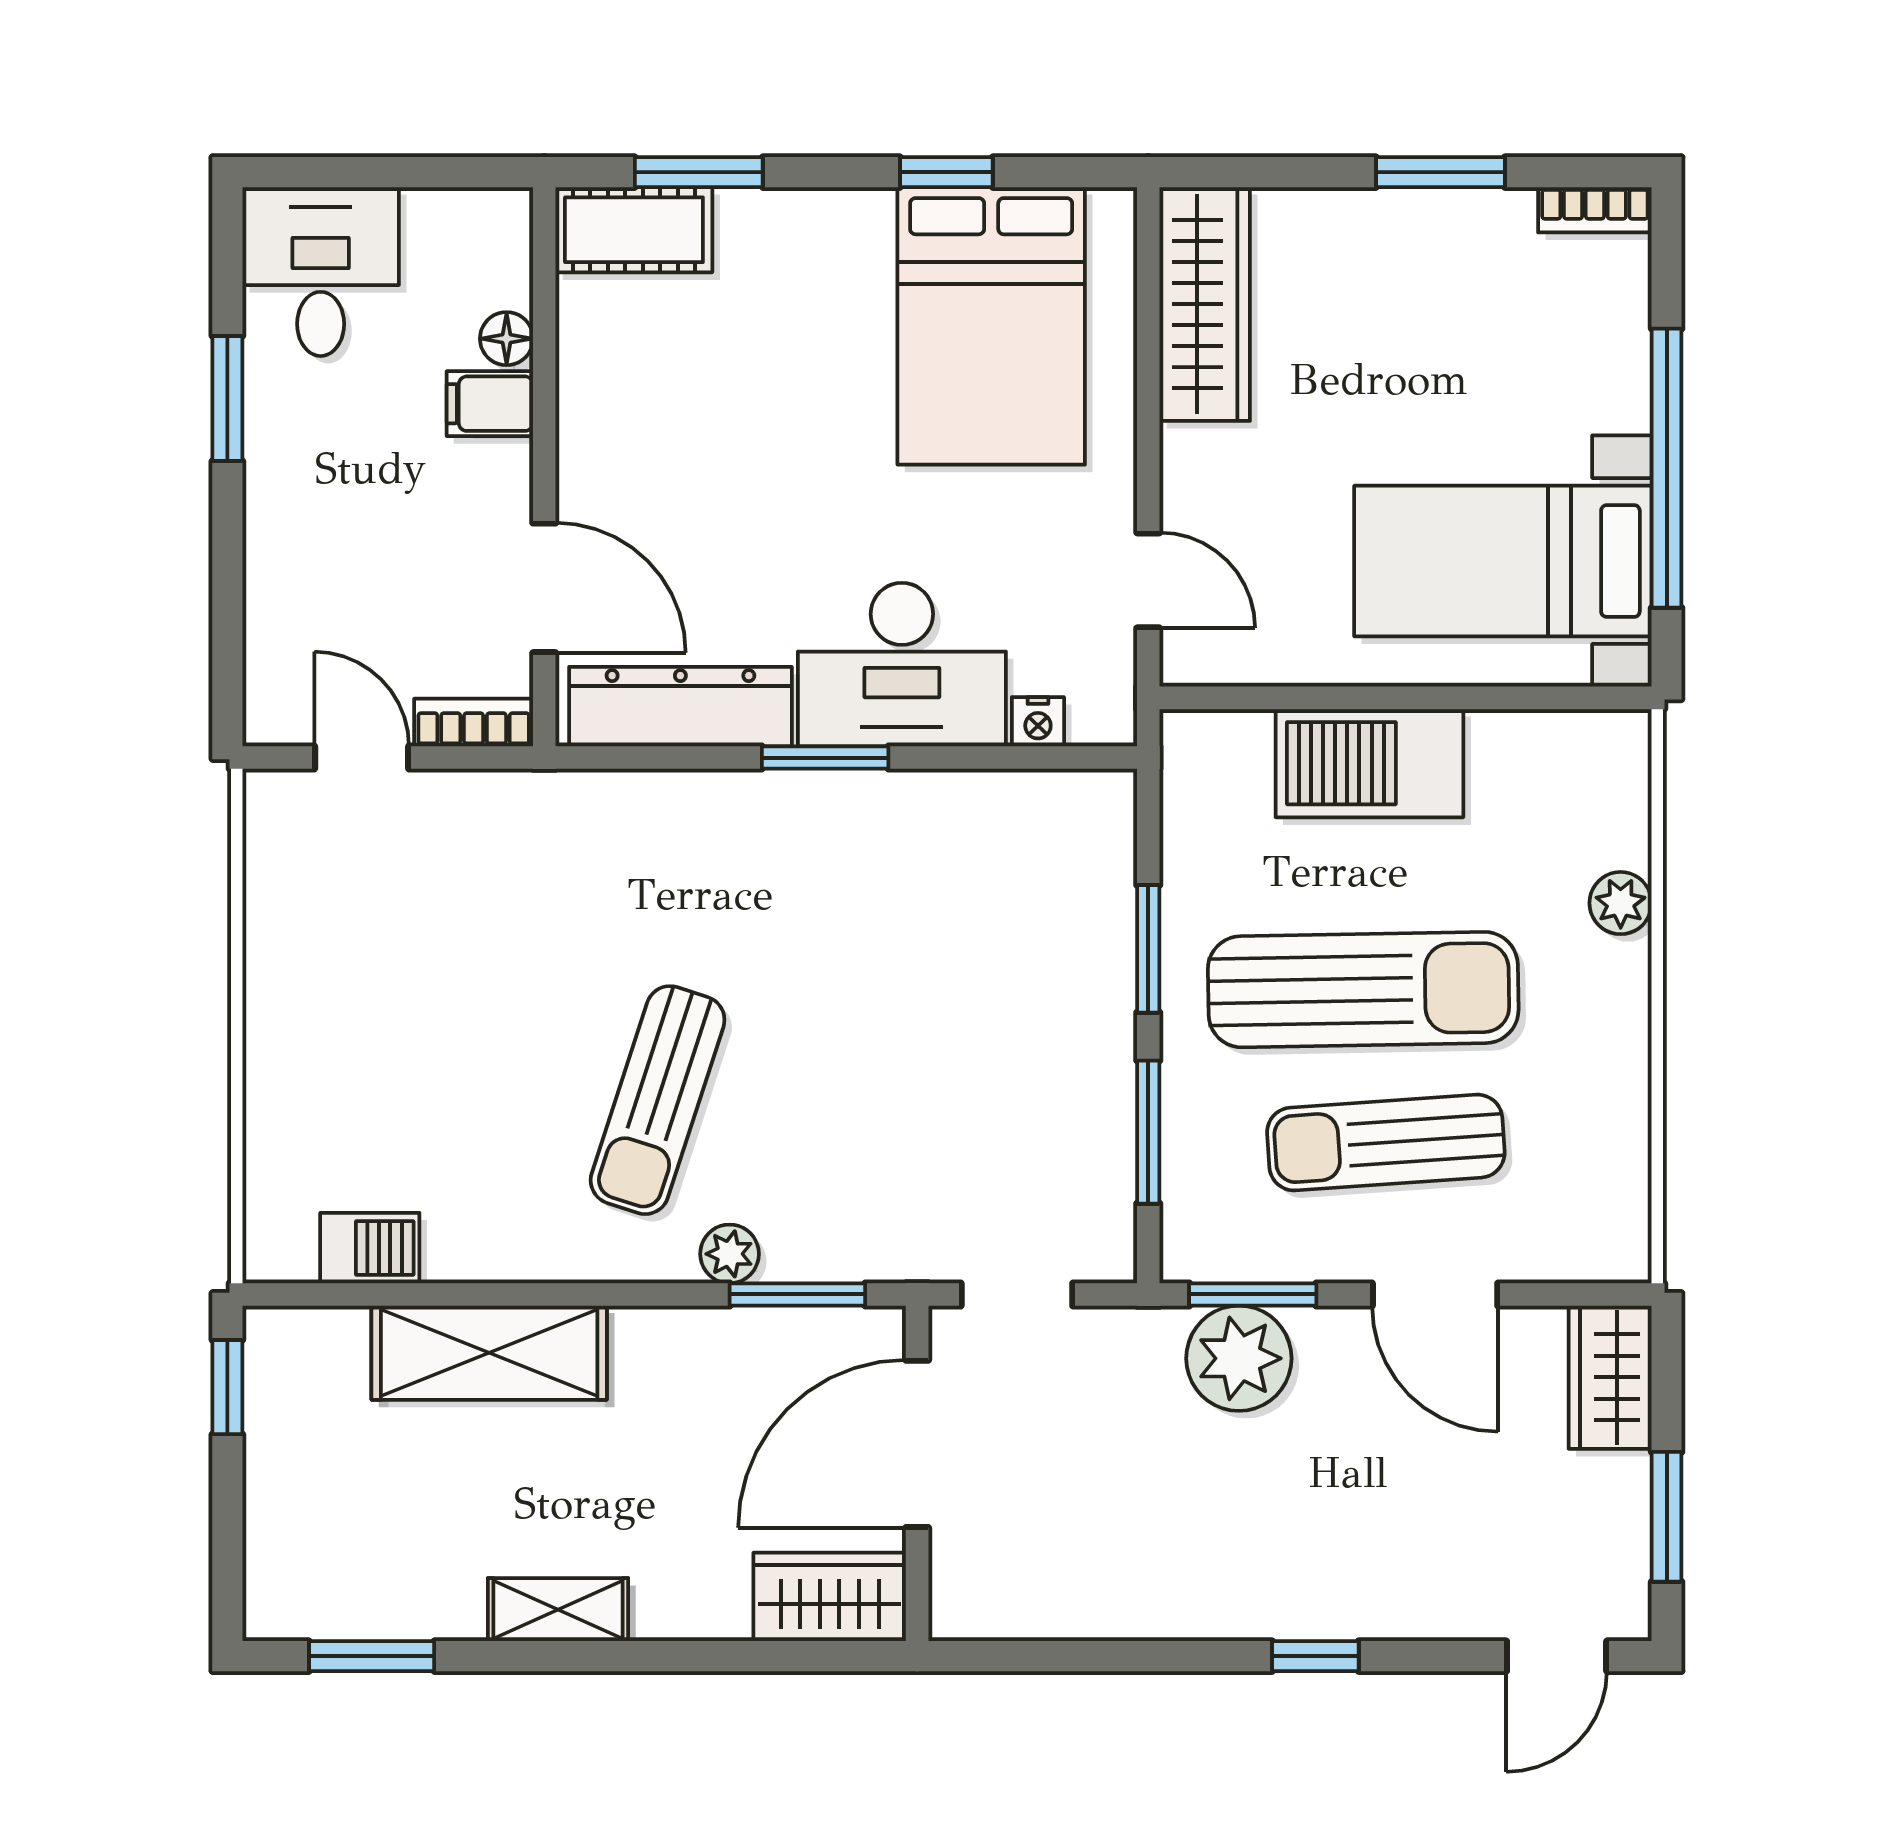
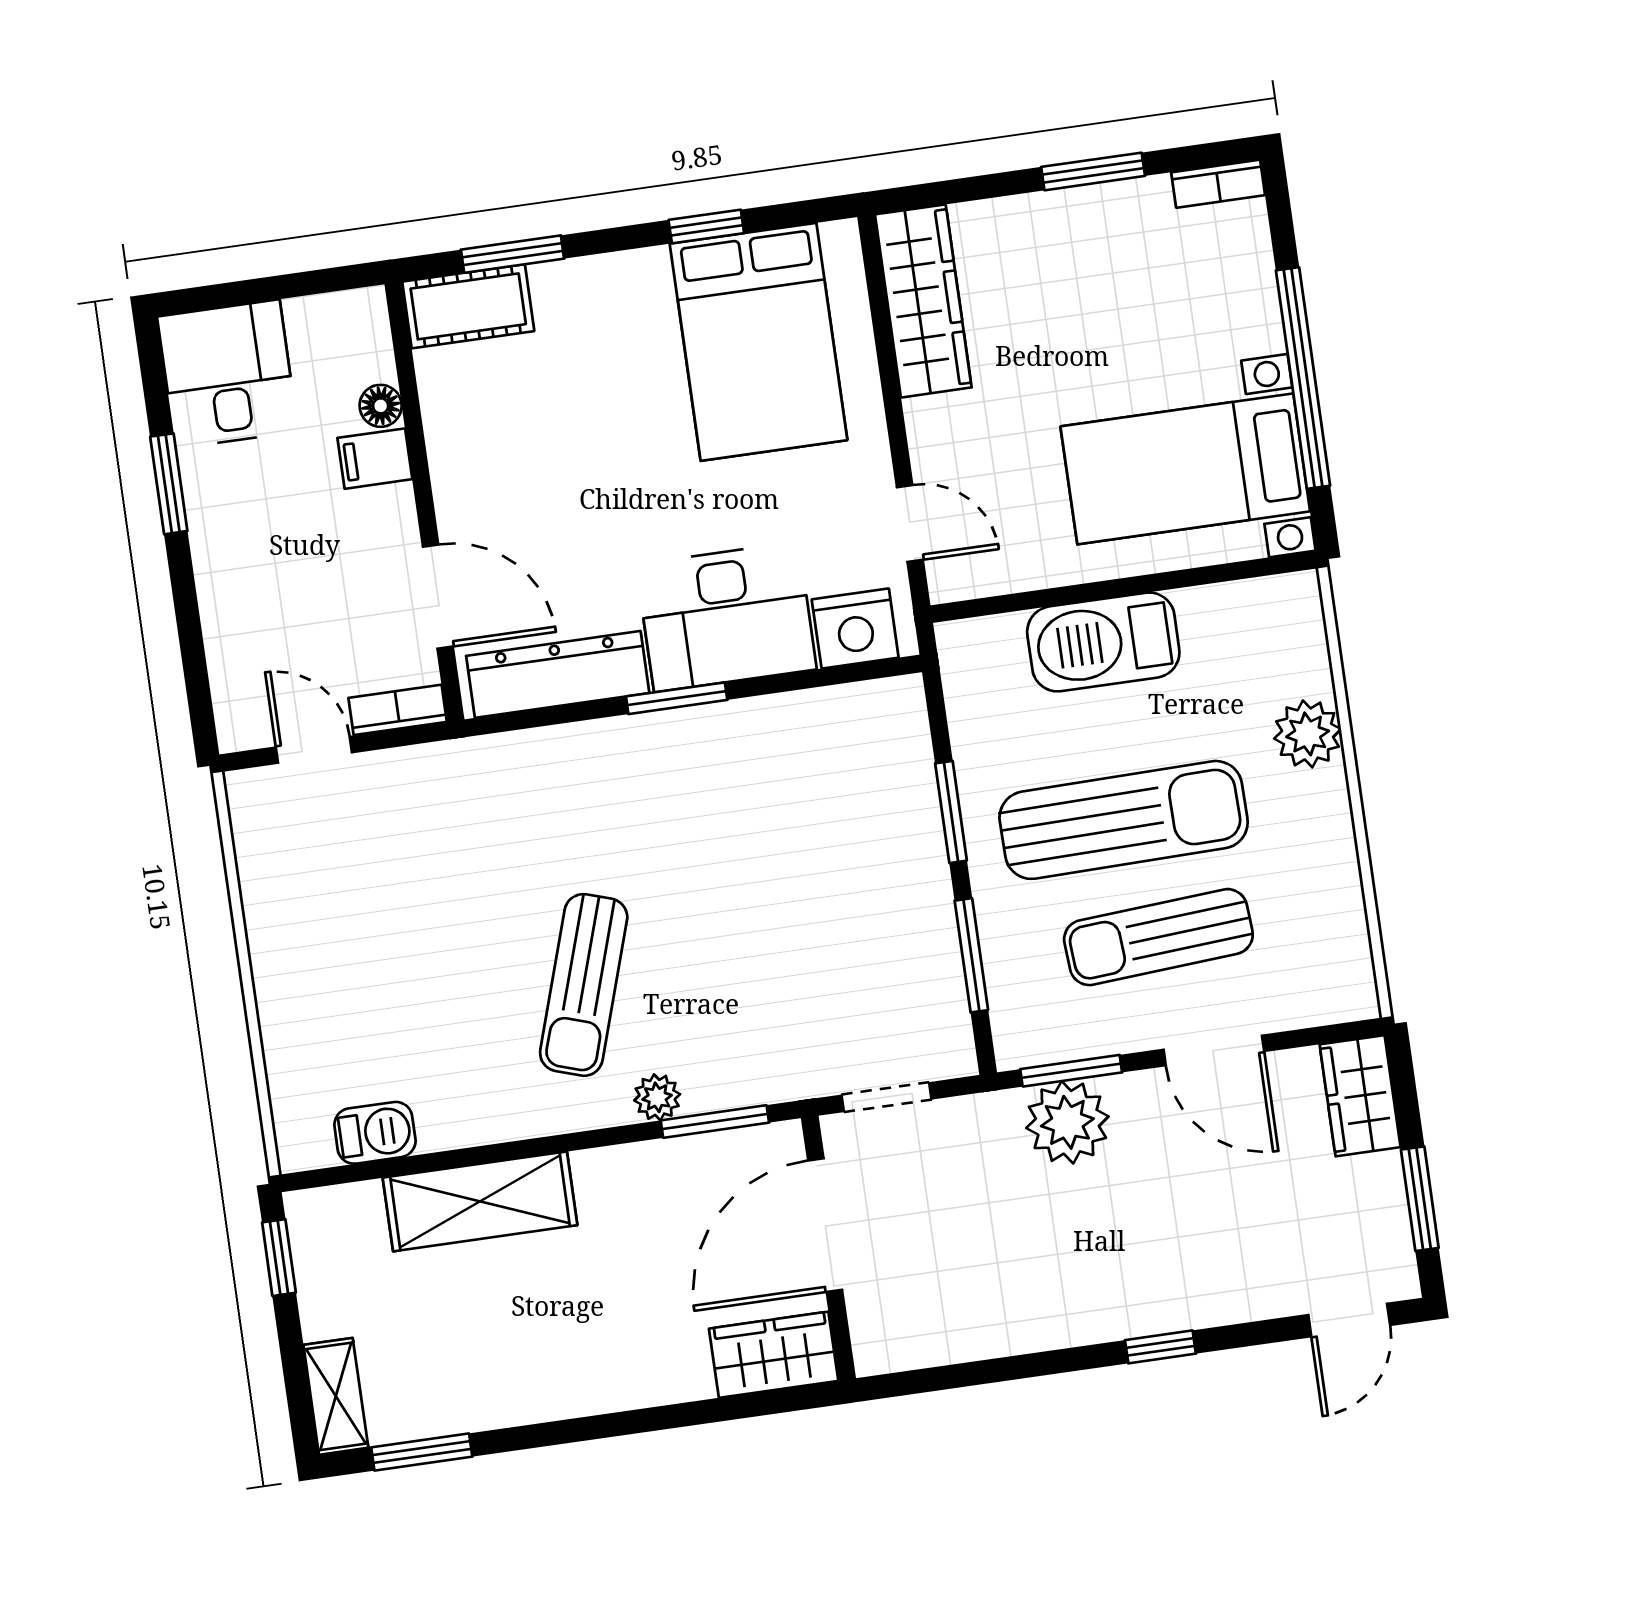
nightstand: (1038, 722) -> (855, 629), width x1.89, depth x1.79
plant: (1621, 903) -> (1308, 734), width x1.38, depth x1.38
shelving: (558, 1610) -> (336, 1396), moved, turned 90

